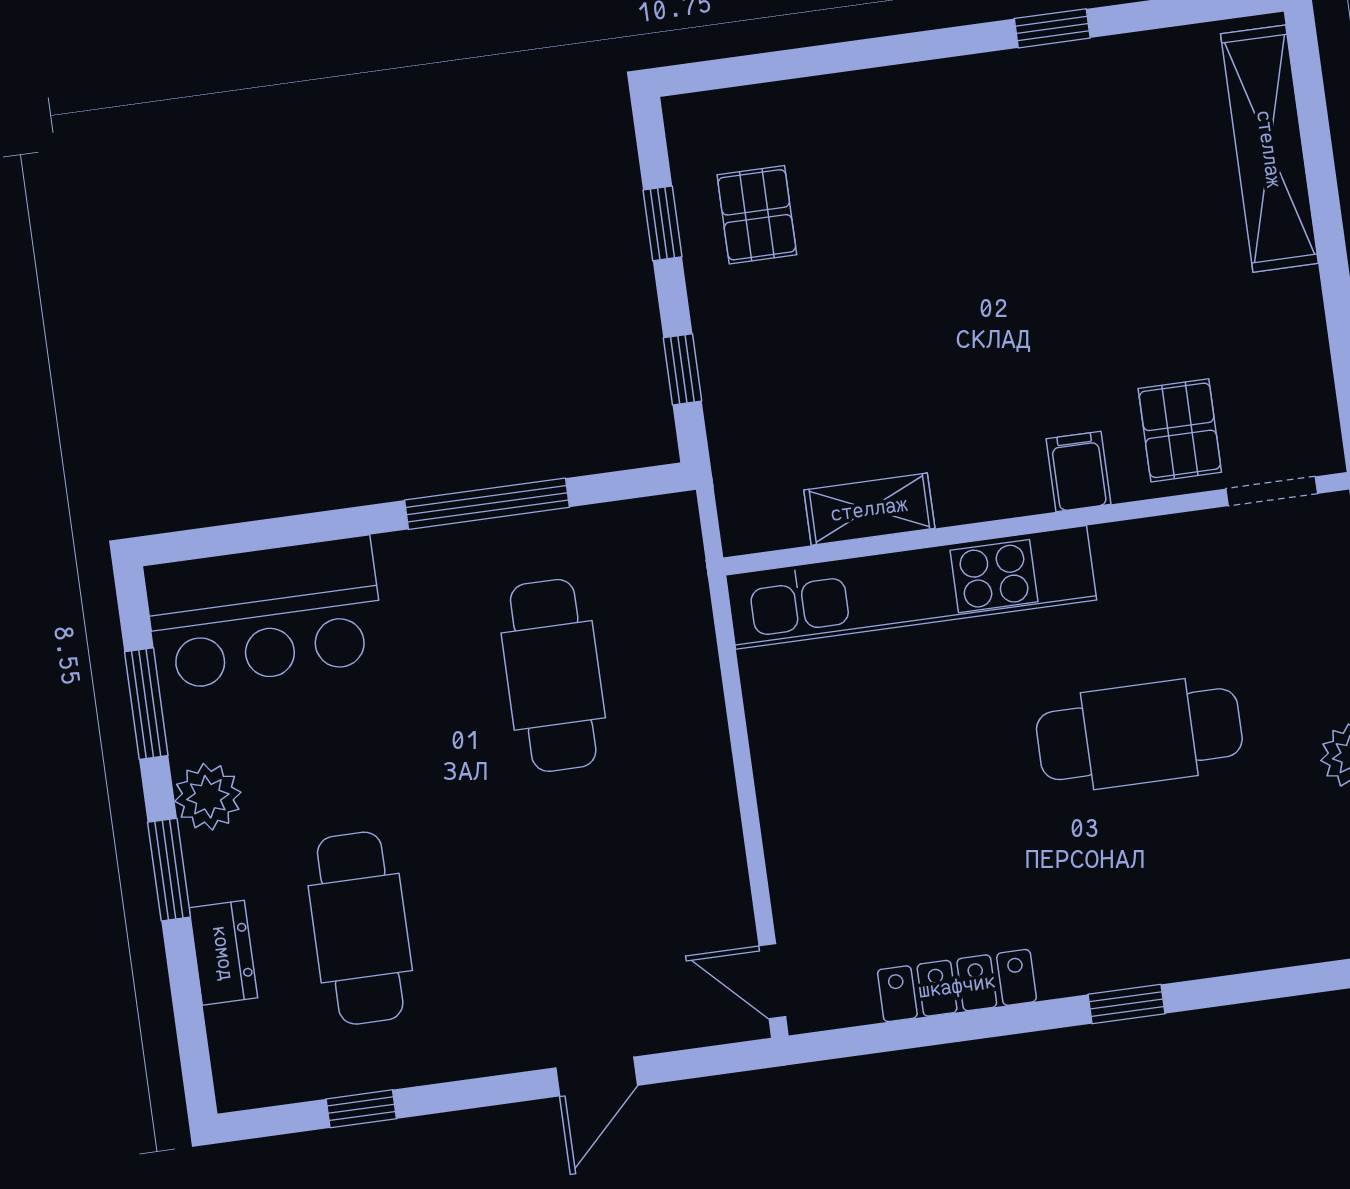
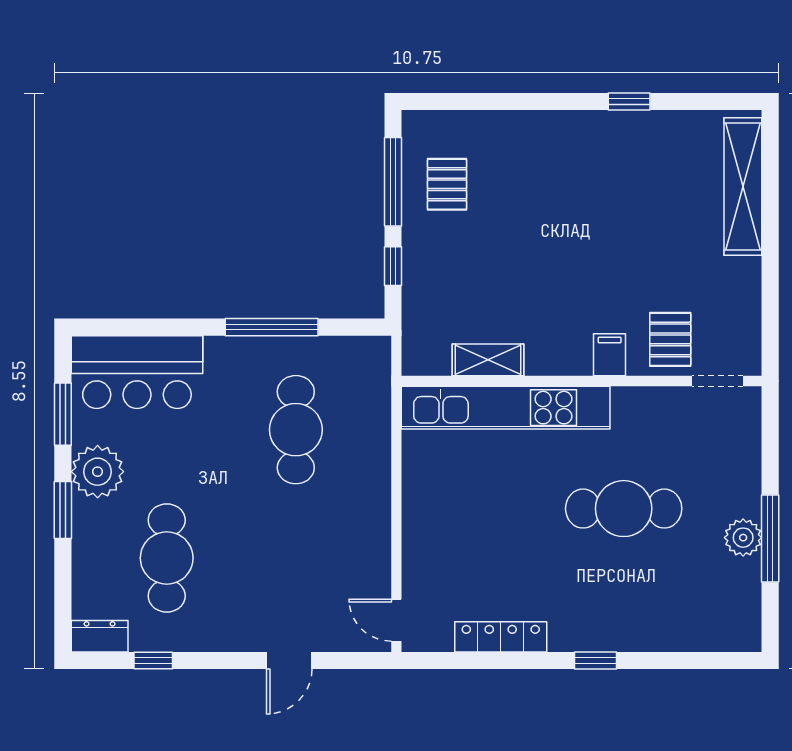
window: (663, 223) -> (393, 182), width x2.17
plant: (208, 797) -> (98, 472), width x1.36, depth x1.36
dresser: (223, 953) -> (100, 636), moved, turned -90

